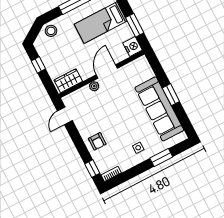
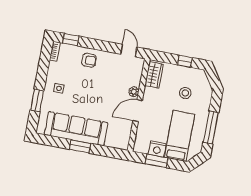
stool: (51, 31) -> (185, 93), moved
nightstand: (133, 47) -> (157, 149), moved
door: (107, 71) -> (138, 111), swing flipped
armchair: (97, 141) -> (89, 60), turned 180

